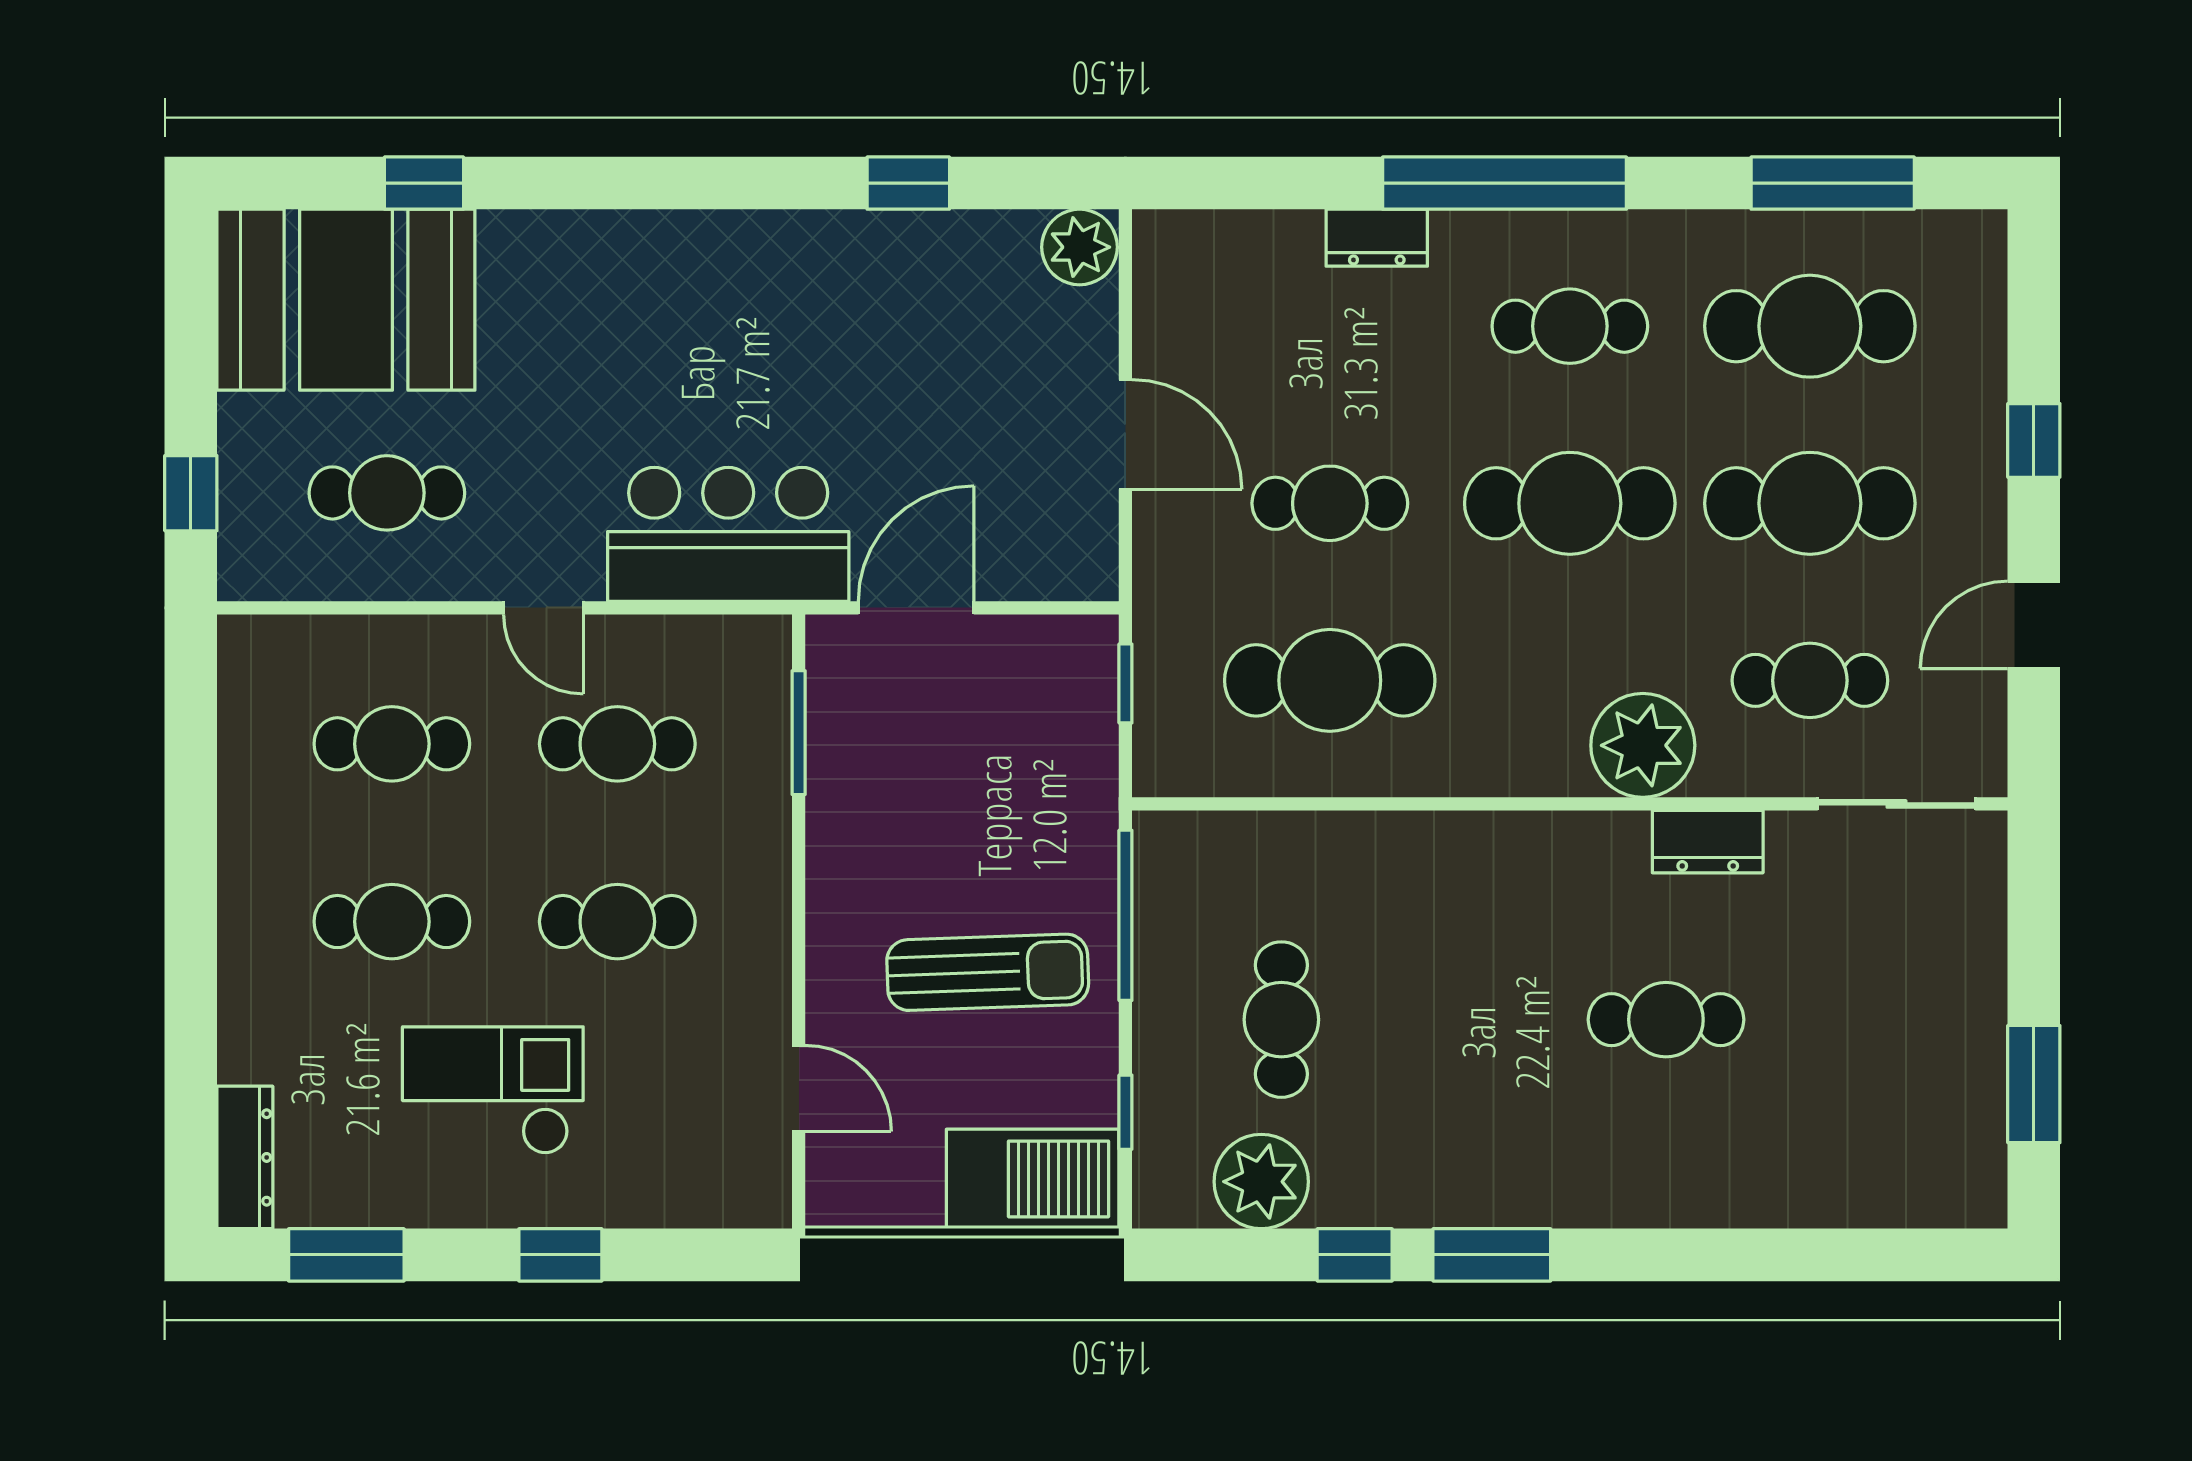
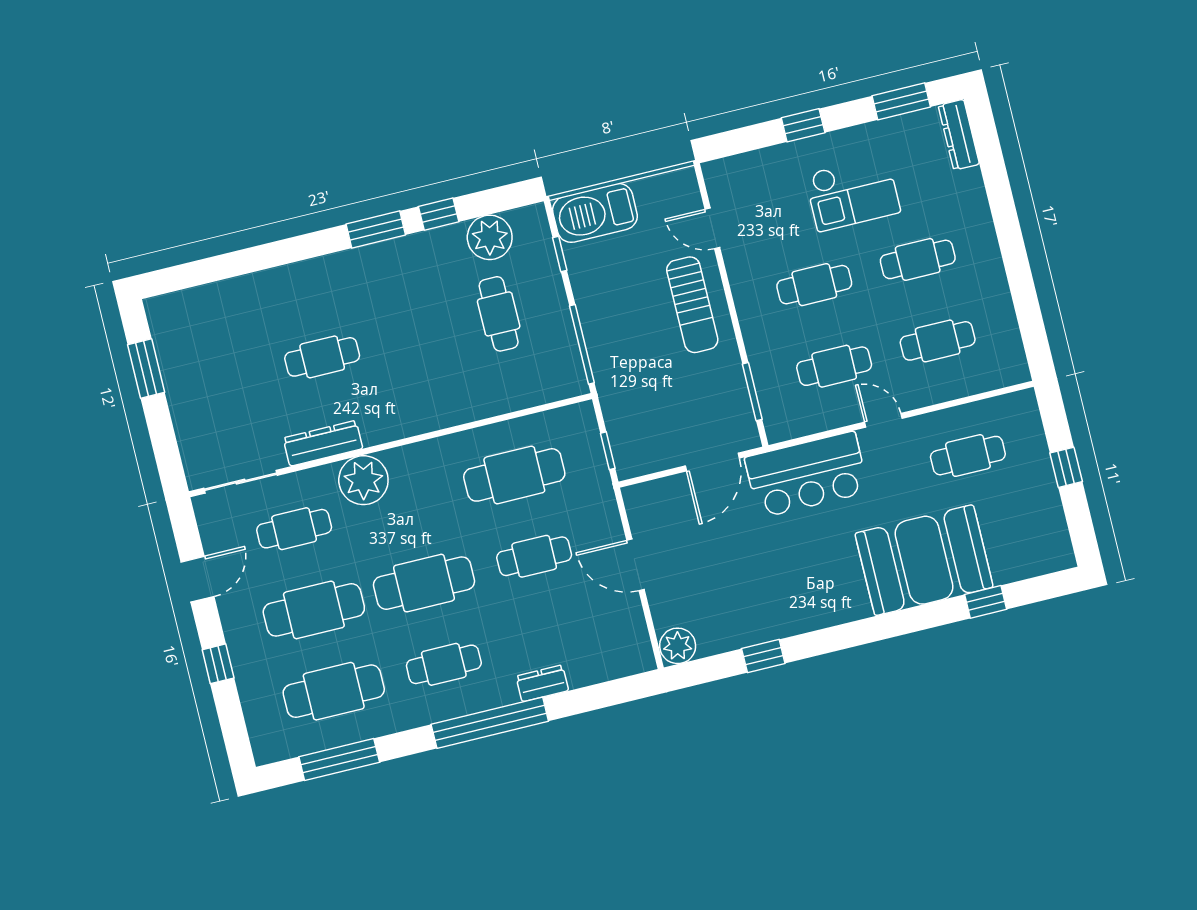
booth: (346, 300) -> (924, 560), moved
window: (191, 493) -> (1066, 467), moved
dresser: (1708, 842) -> (323, 443), width x1.44
sun lounger: (988, 972) -> (692, 305), moved, turned -88

